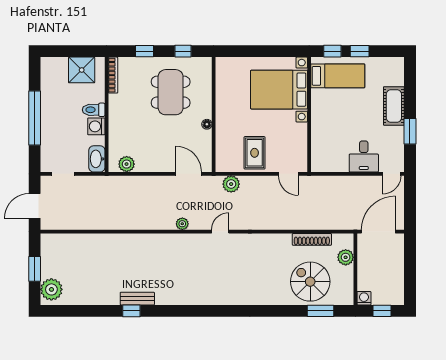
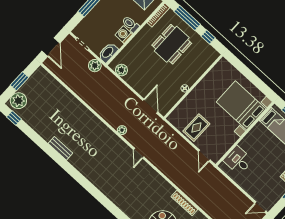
window: (145, 51) -> (187, 18), width x2.17
dining table: (171, 92) -> (172, 44), moved
desk: (364, 156) -> (238, 160), moved, turned 90
plant: (231, 184) -> (95, 66), moved
door: (35, 206) -> (51, 47), swing flipped
door: (220, 232) -> (139, 153), swing flipped
window: (131, 311) -> (14, 118), moved

